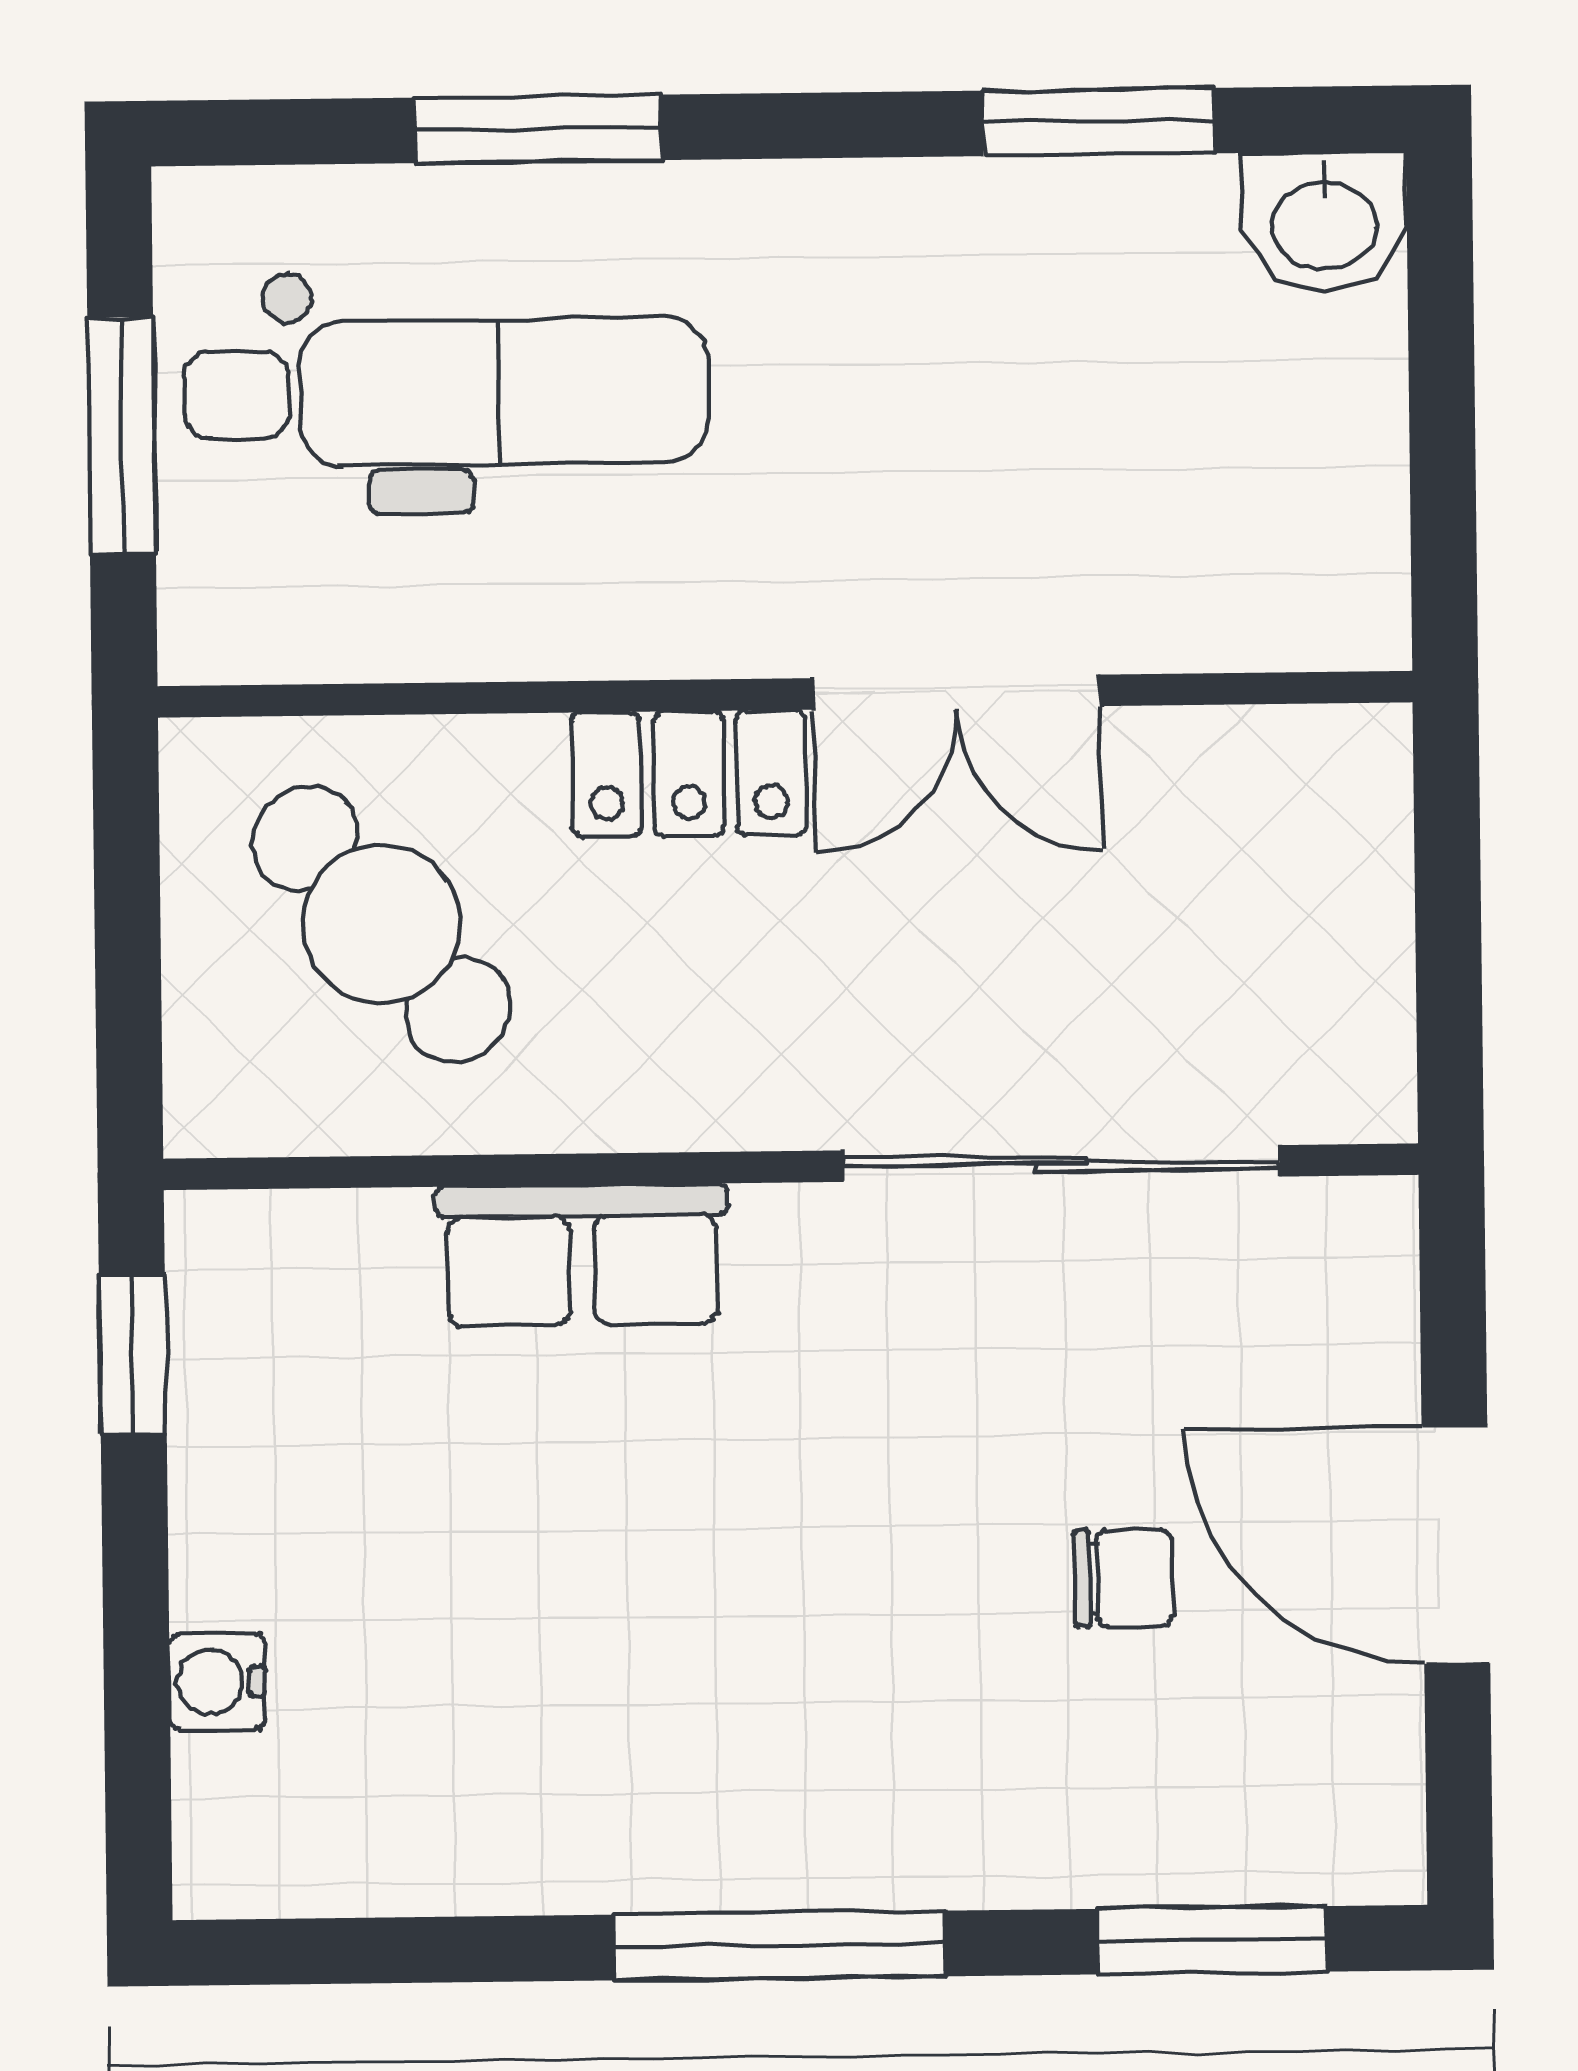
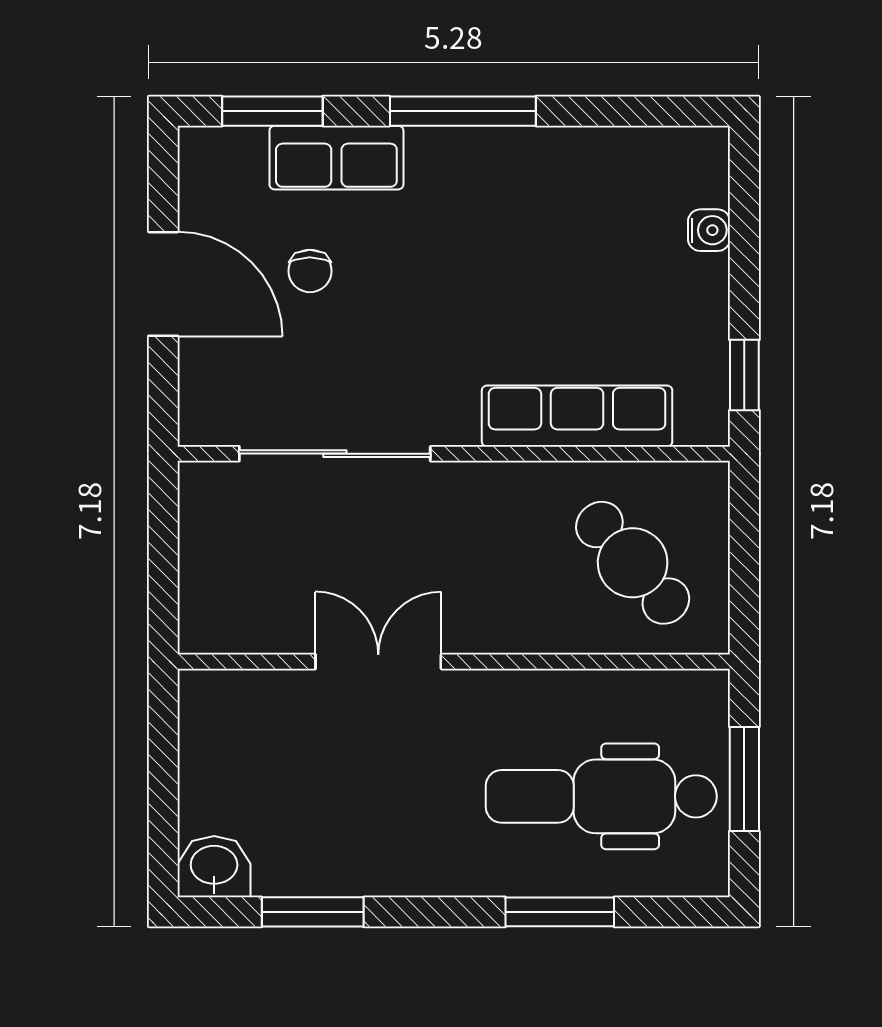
locker: (689, 774) -> (497, 627), removed
row of seats: (582, 1255) -> (577, 416), width x1.48
chair: (1123, 1578) -> (310, 271), turned -90
row of seats: (1066, 1836) -> (336, 158), added

